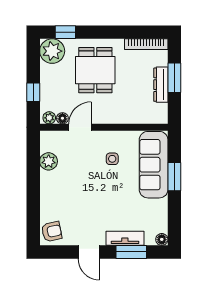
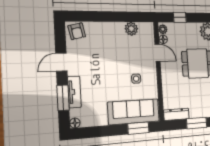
dresser: (161, 85) -> (176, 114), moved
window: (174, 177) -> (138, 128), moved

